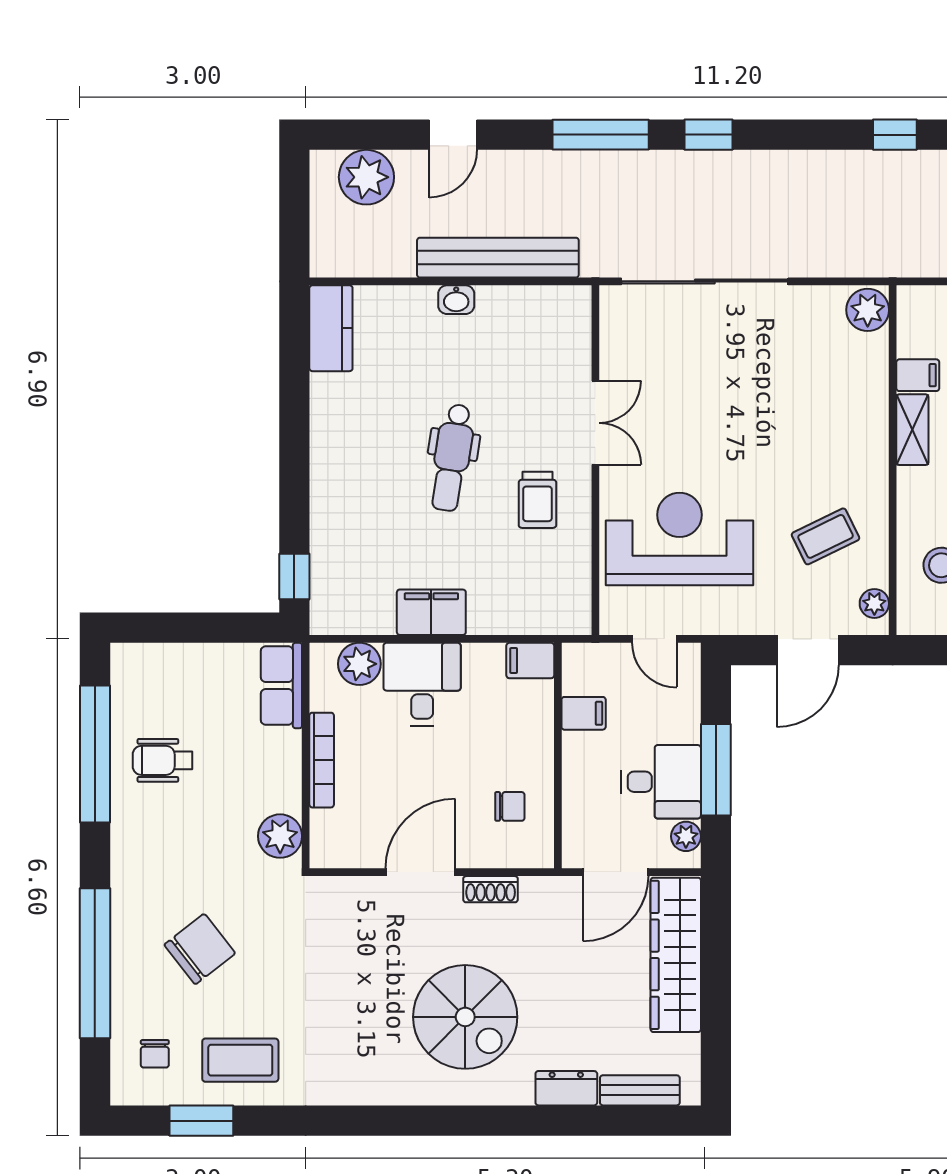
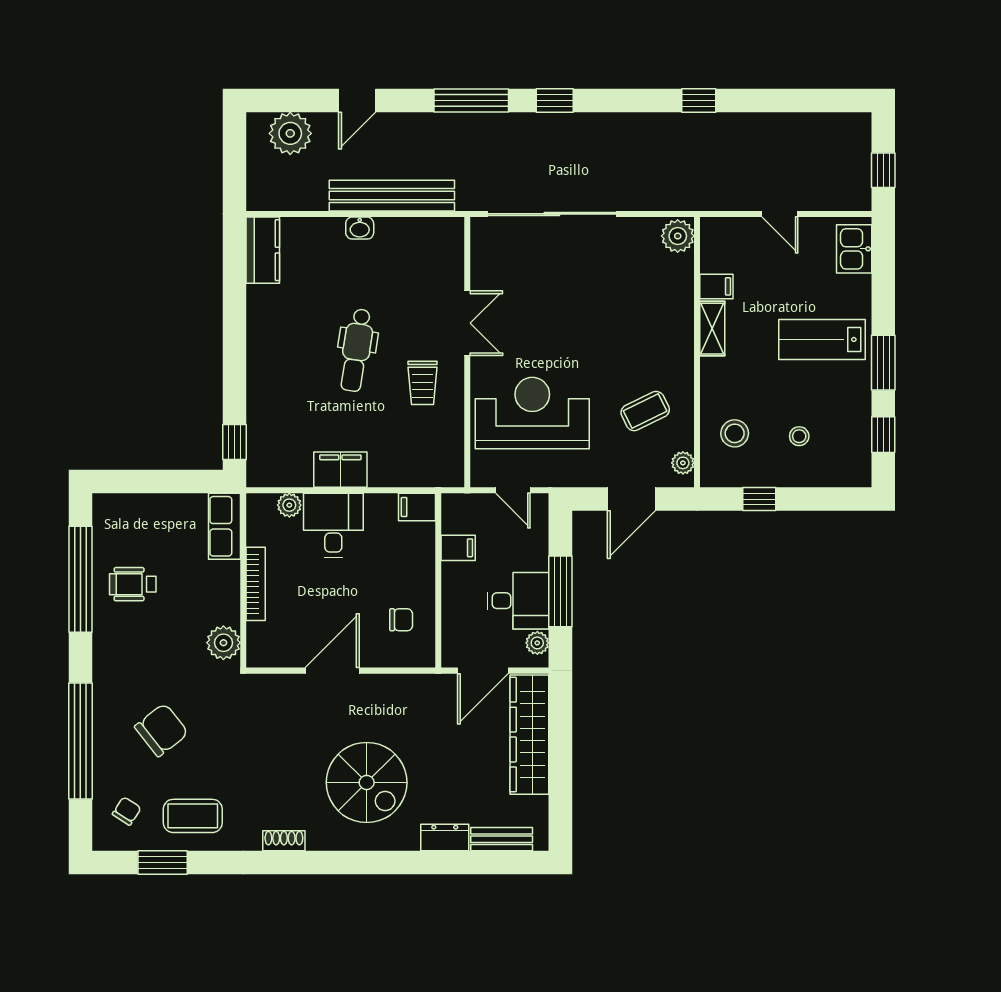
plant: (359, 664) -> (289, 505), width x0.73, depth x0.73
shoe rack: (491, 889) -> (284, 841), moved, turned 180
chair: (155, 1054) -> (127, 811), turned -147

